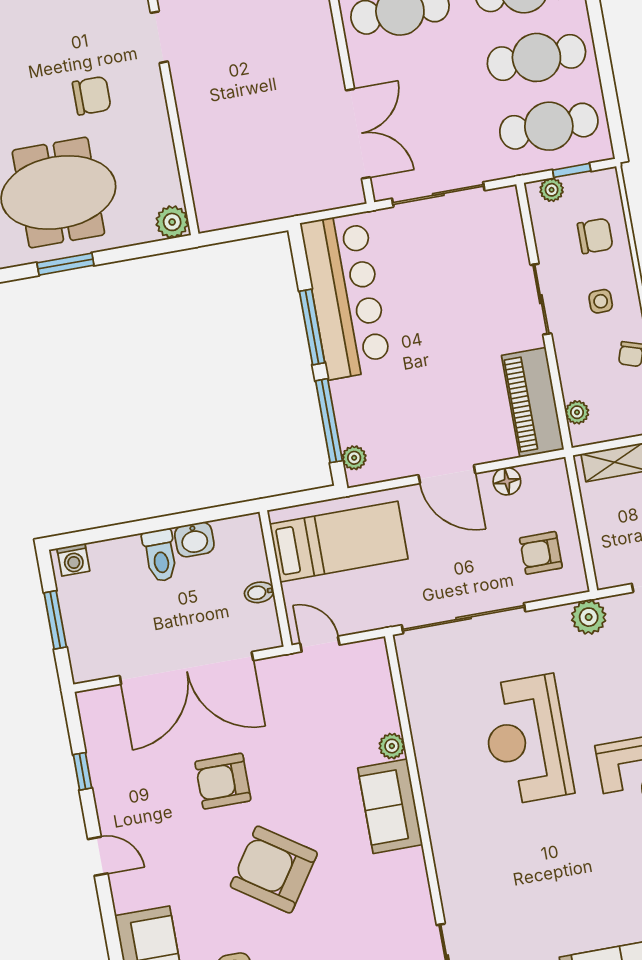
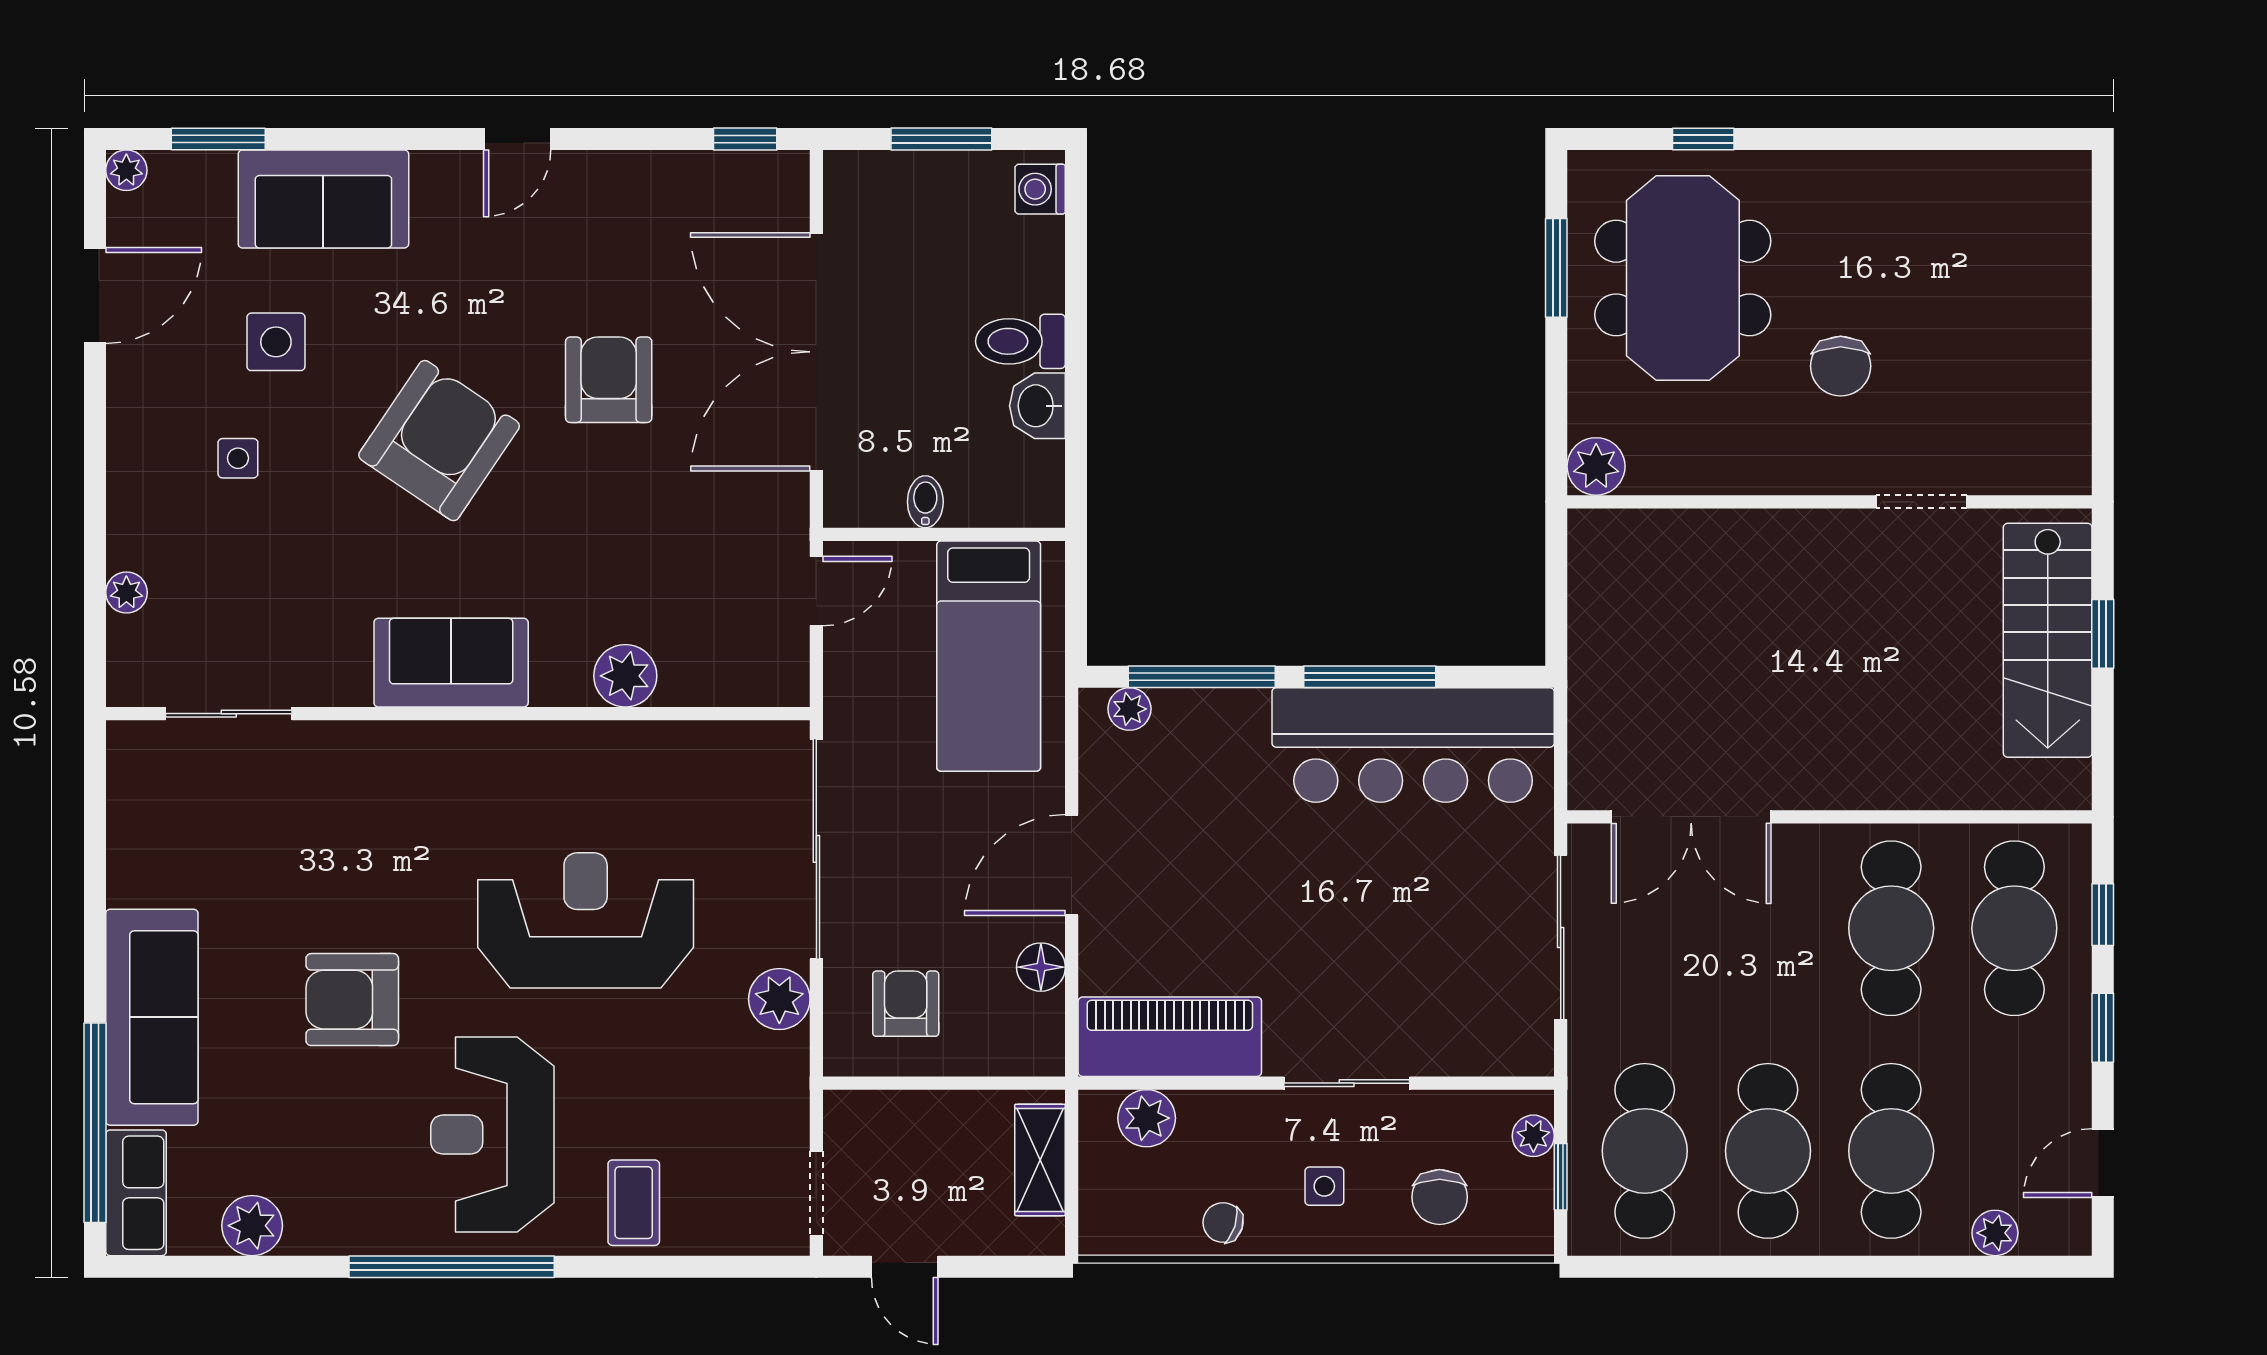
plant: (577, 412) -> (1147, 1118), width x1.38, depth x1.38
plant: (589, 617) -> (779, 999), moved
plant: (392, 746) -> (625, 676), width x1.38, depth x1.38
window: (82, 771) -> (745, 139), moved
sofa: (390, 806) -> (451, 663), moved
armchair: (594, 862) -> (352, 1000), added

